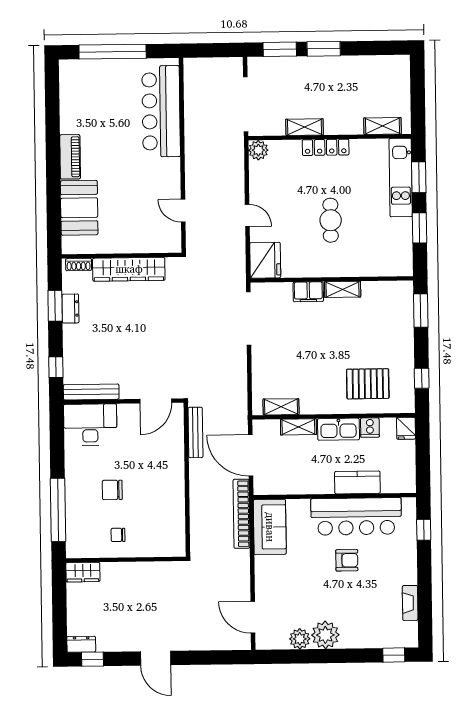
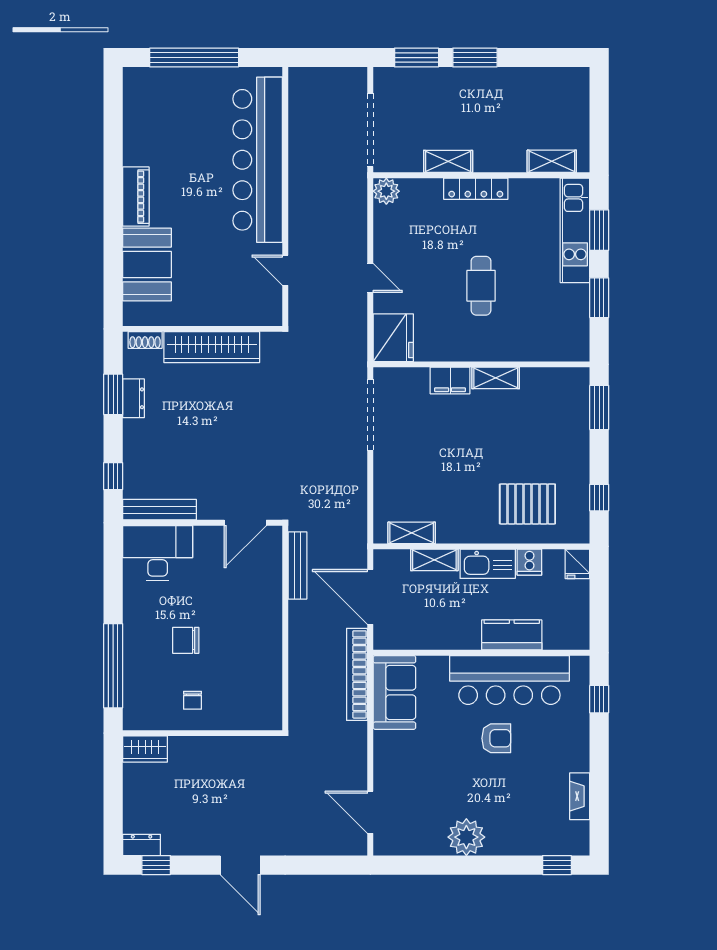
bar counter: (161, 111) -> (258, 160), width x1.36
chair: (118, 535) -> (192, 700), turned -90
plant: (300, 639) -> (432, 842), removed

